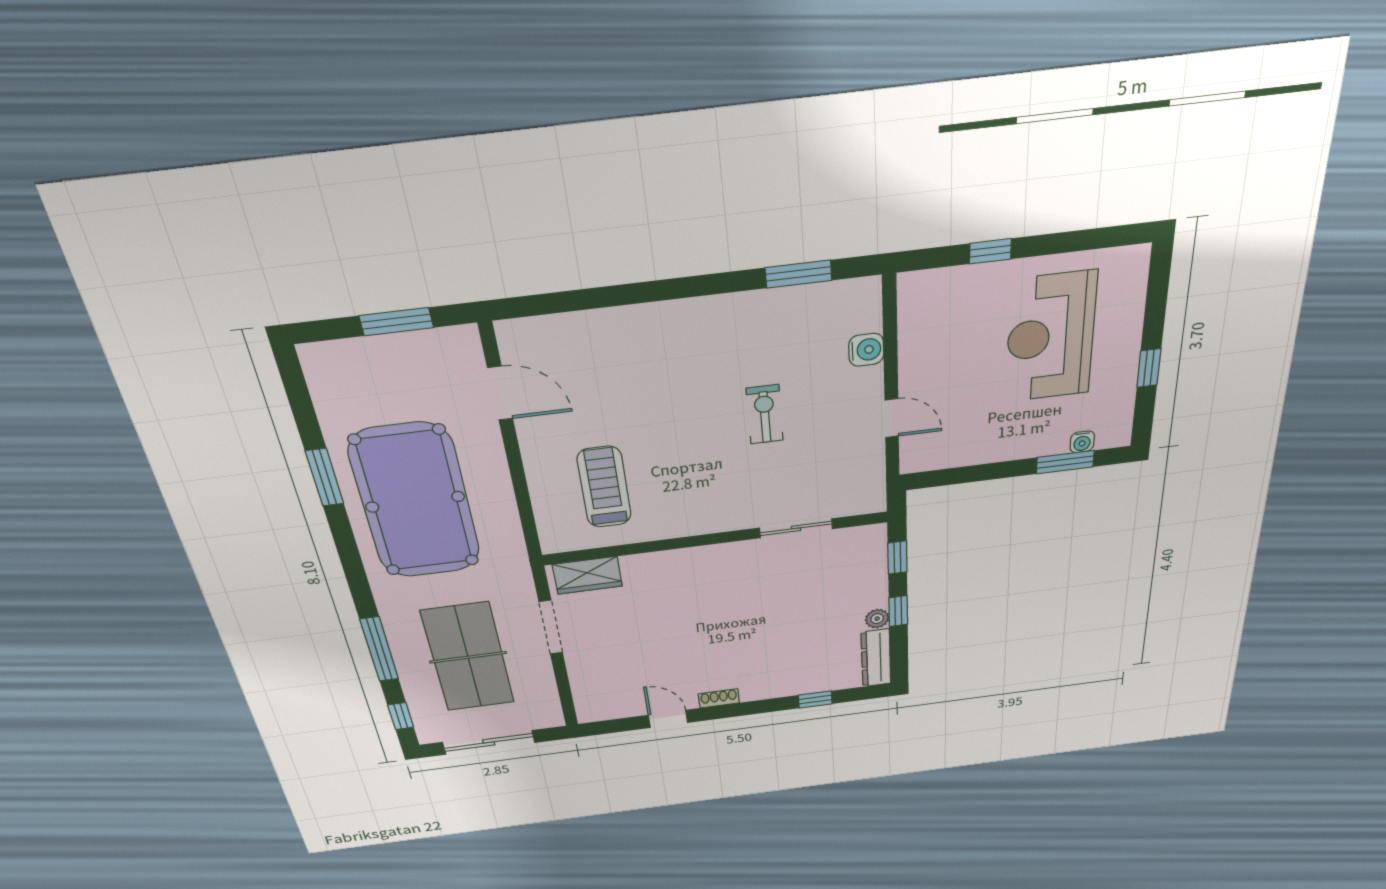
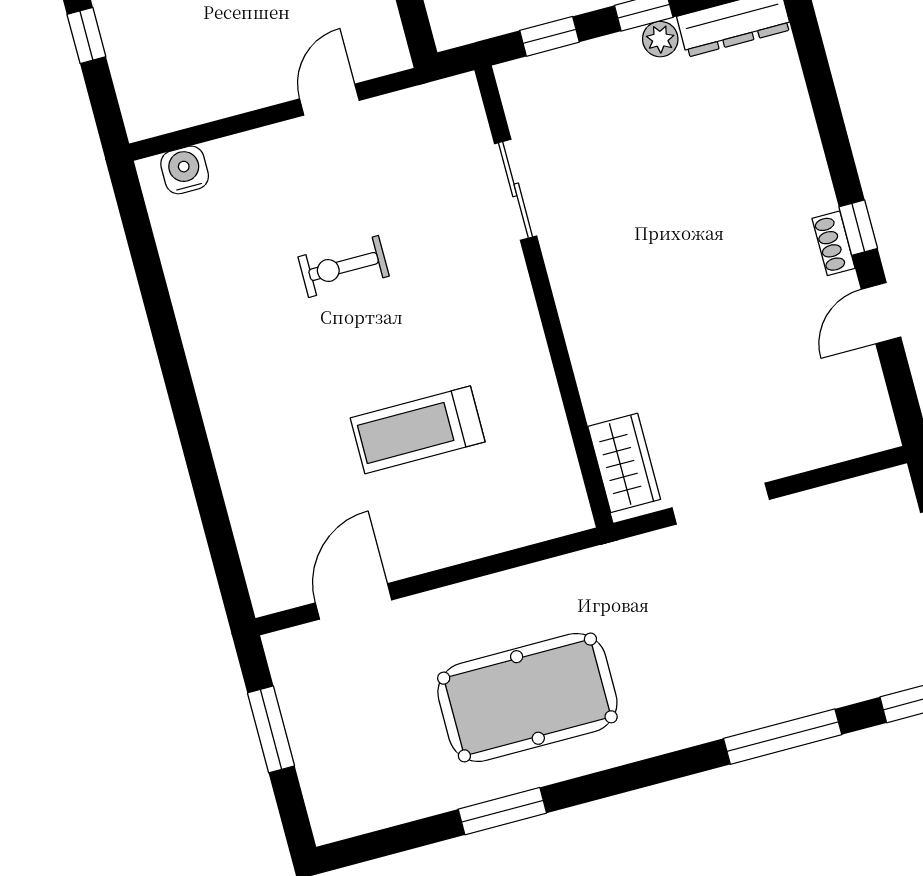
window: (798, 274) -> (147, 262), removed
water cooler: (866, 350) -> (185, 170), moved
treadmill: (604, 487) -> (418, 430), moved
pool table: (415, 502) -> (527, 697), width x0.73, depth x0.76
table tennis table: (468, 657) -> (786, 614), removed
window: (815, 700) -> (858, 228), moved

